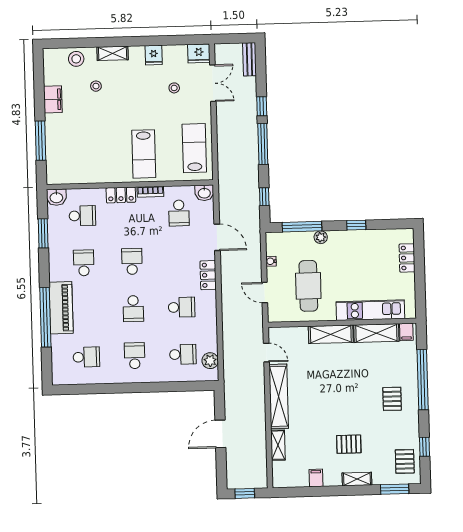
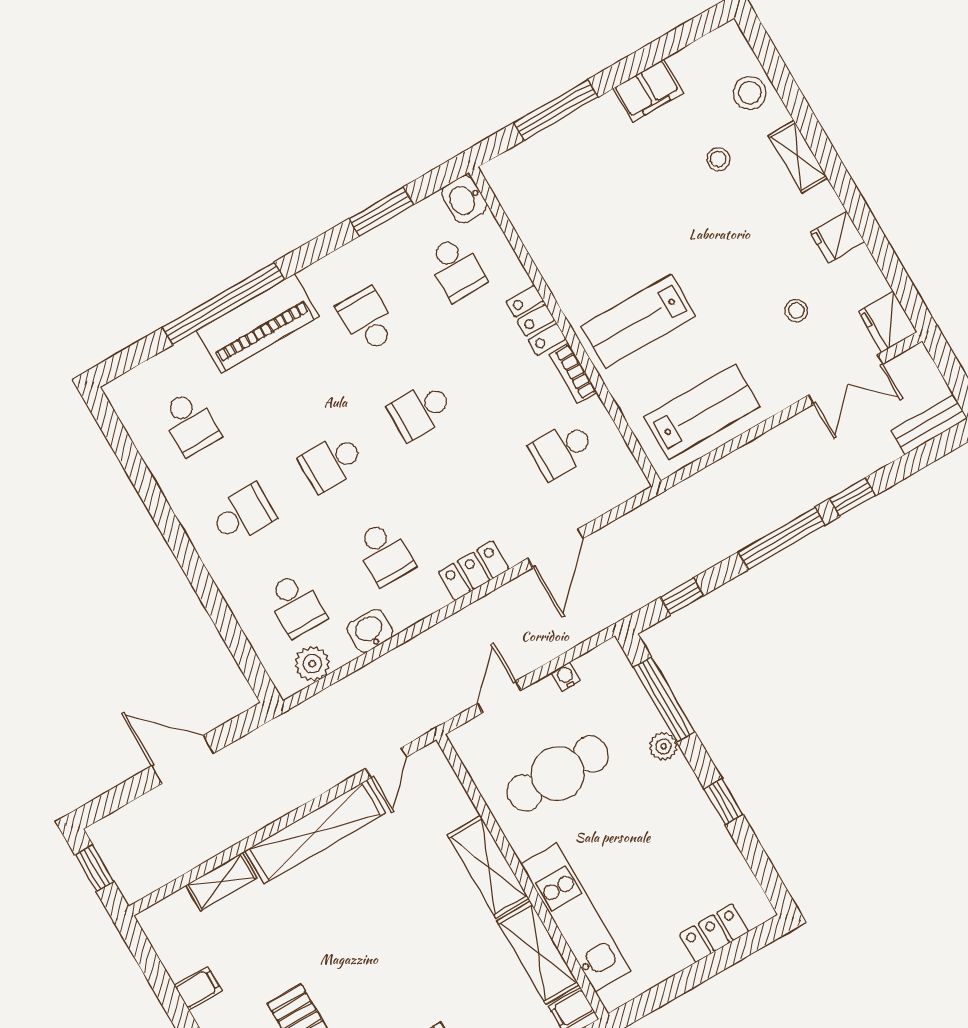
washbasin: (204, 193) -> (370, 631), moved, turned 90
school desk: (132, 261) -> (420, 411), turned 180
school desk: (84, 263) -> (367, 320), turned -90

